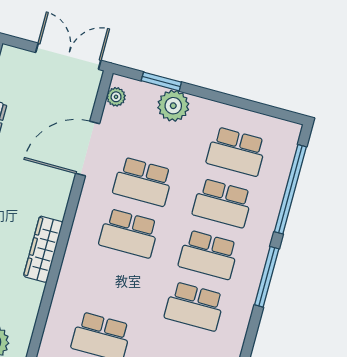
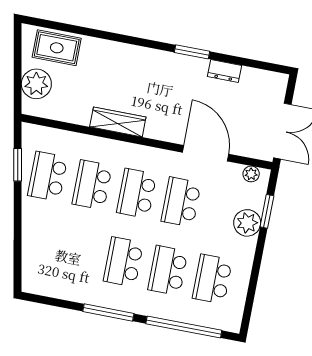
school desk: (195, 306) -> (92, 185), moved

